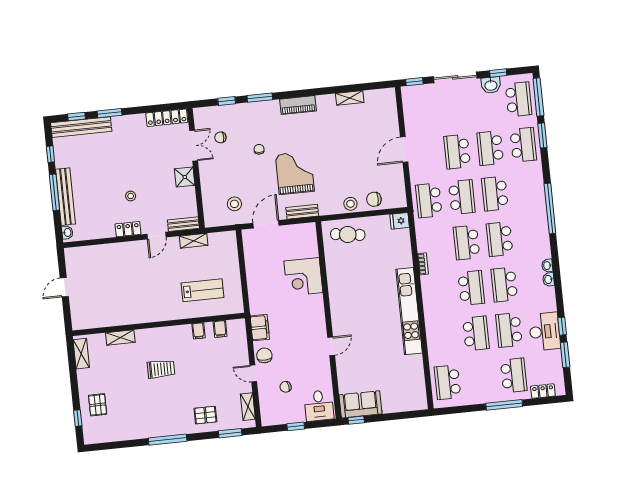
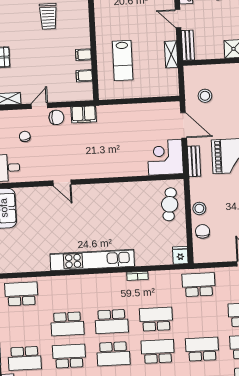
school desk: (462, 197) -> (200, 317), removed
corner desk: (303, 277) -> (165, 157), moved
school desk: (504, 285) -> (113, 354), turned 180

